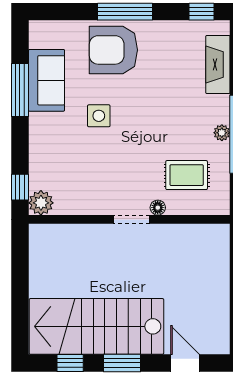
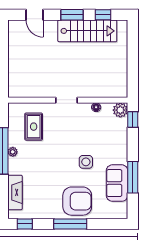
rug: (187, 175) -> (34, 127), turned 90
floor lamp: (158, 208) -> (96, 107), moved
stairs: (96, 326) -> (87, 31), width x0.73, depth x0.66

